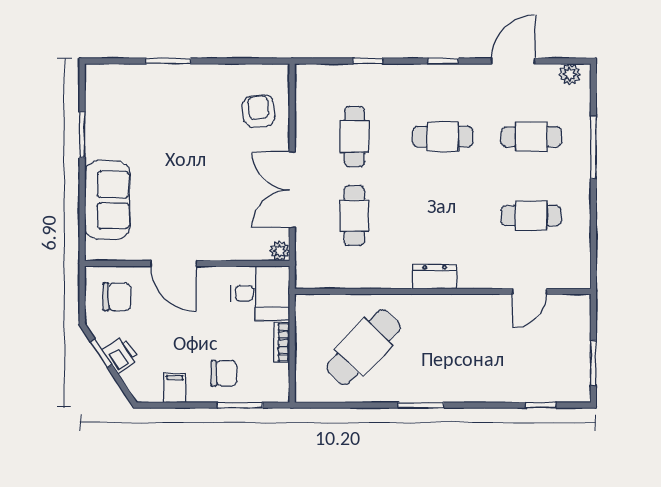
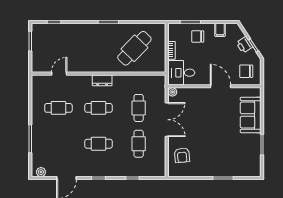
cafe table: (531, 137) -> (99, 108), moved

